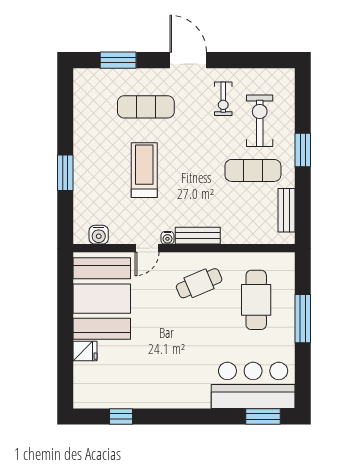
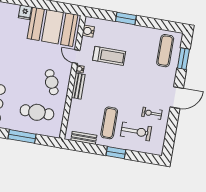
exercise mat: (146, 107) -> (165, 51), moved
treadmill: (144, 170) -> (109, 56), moved

